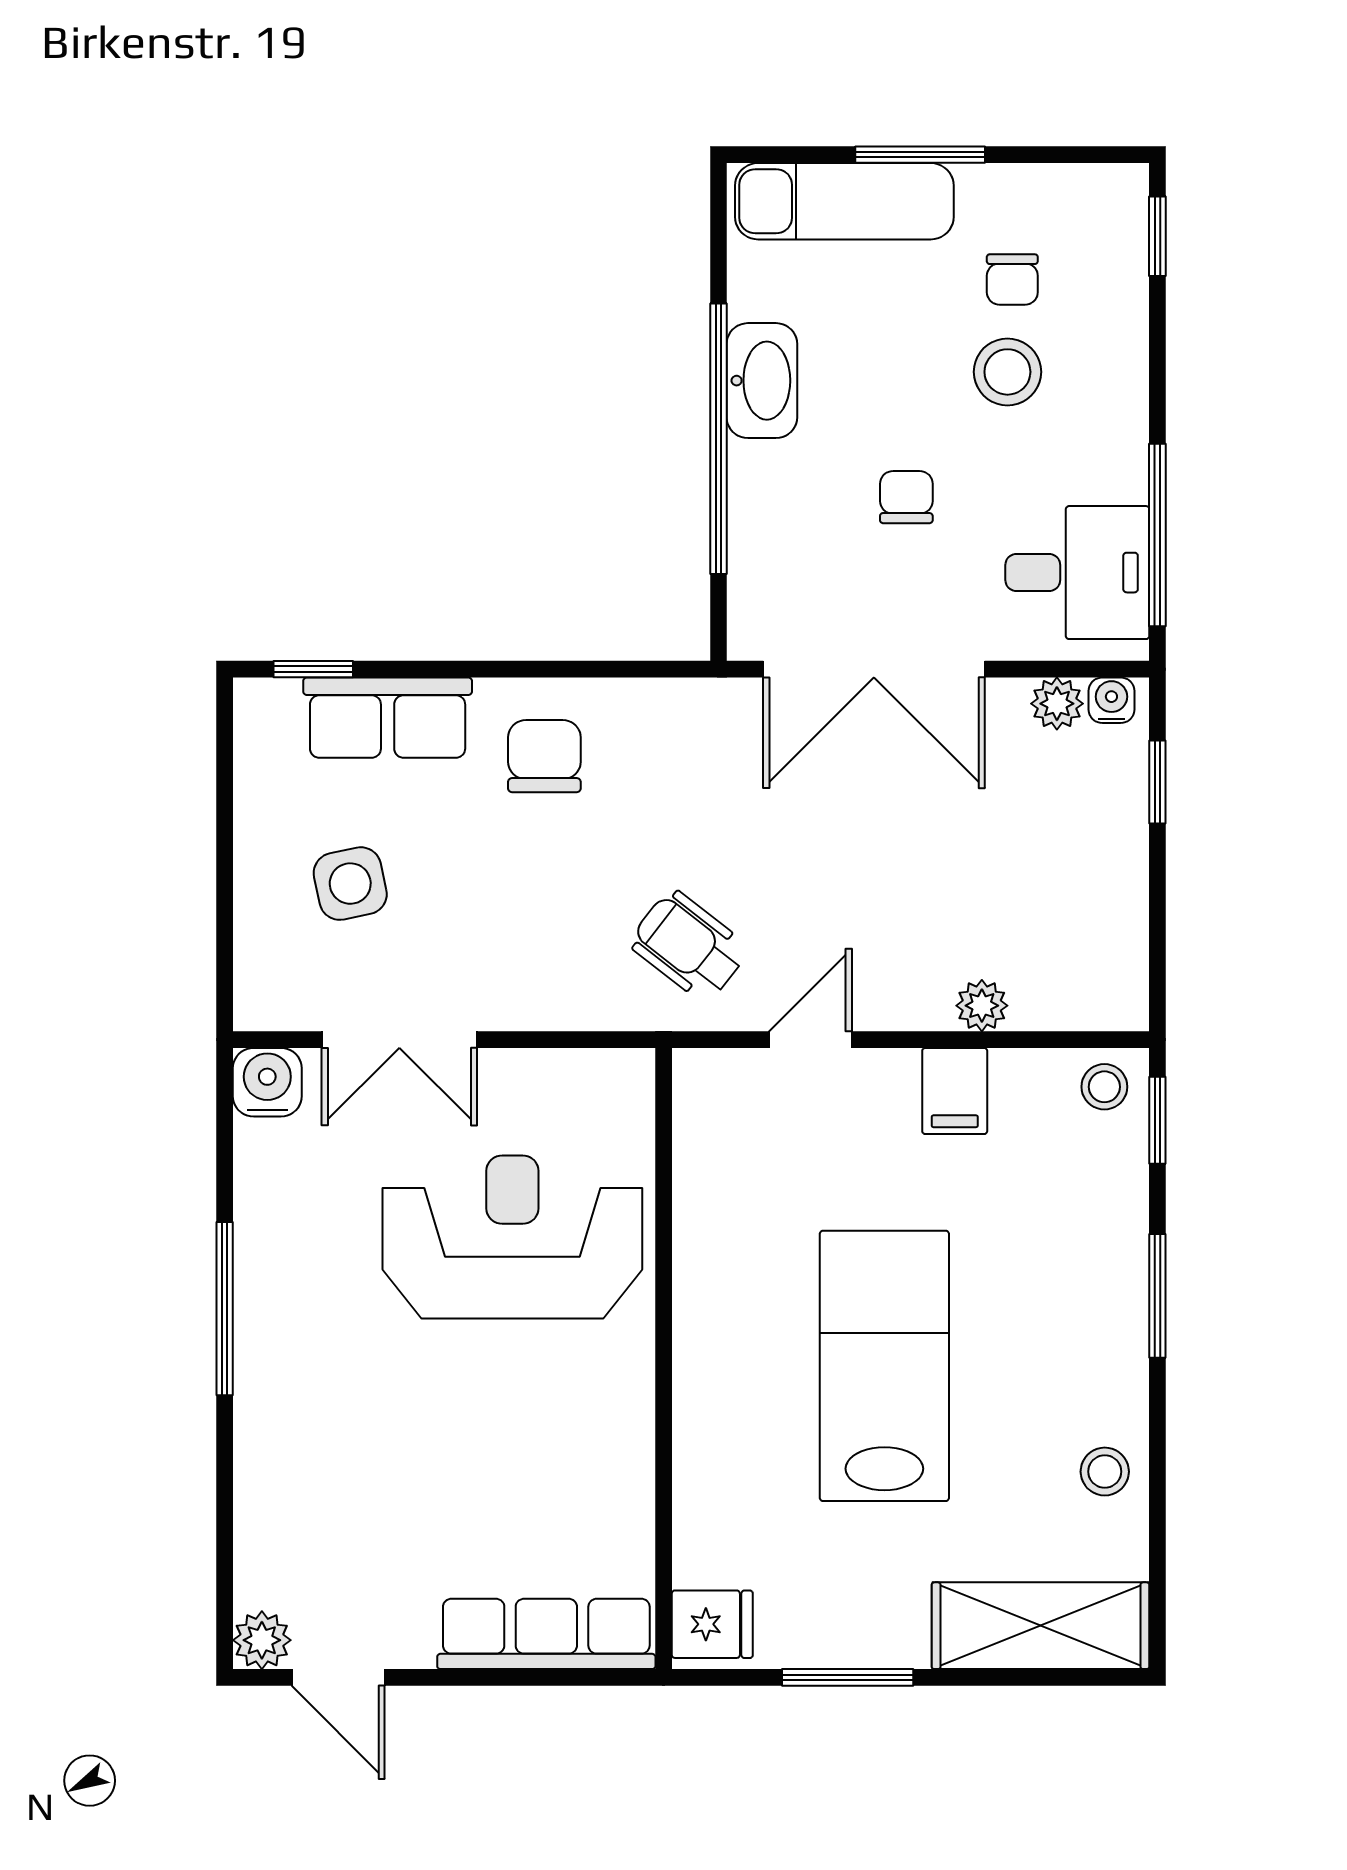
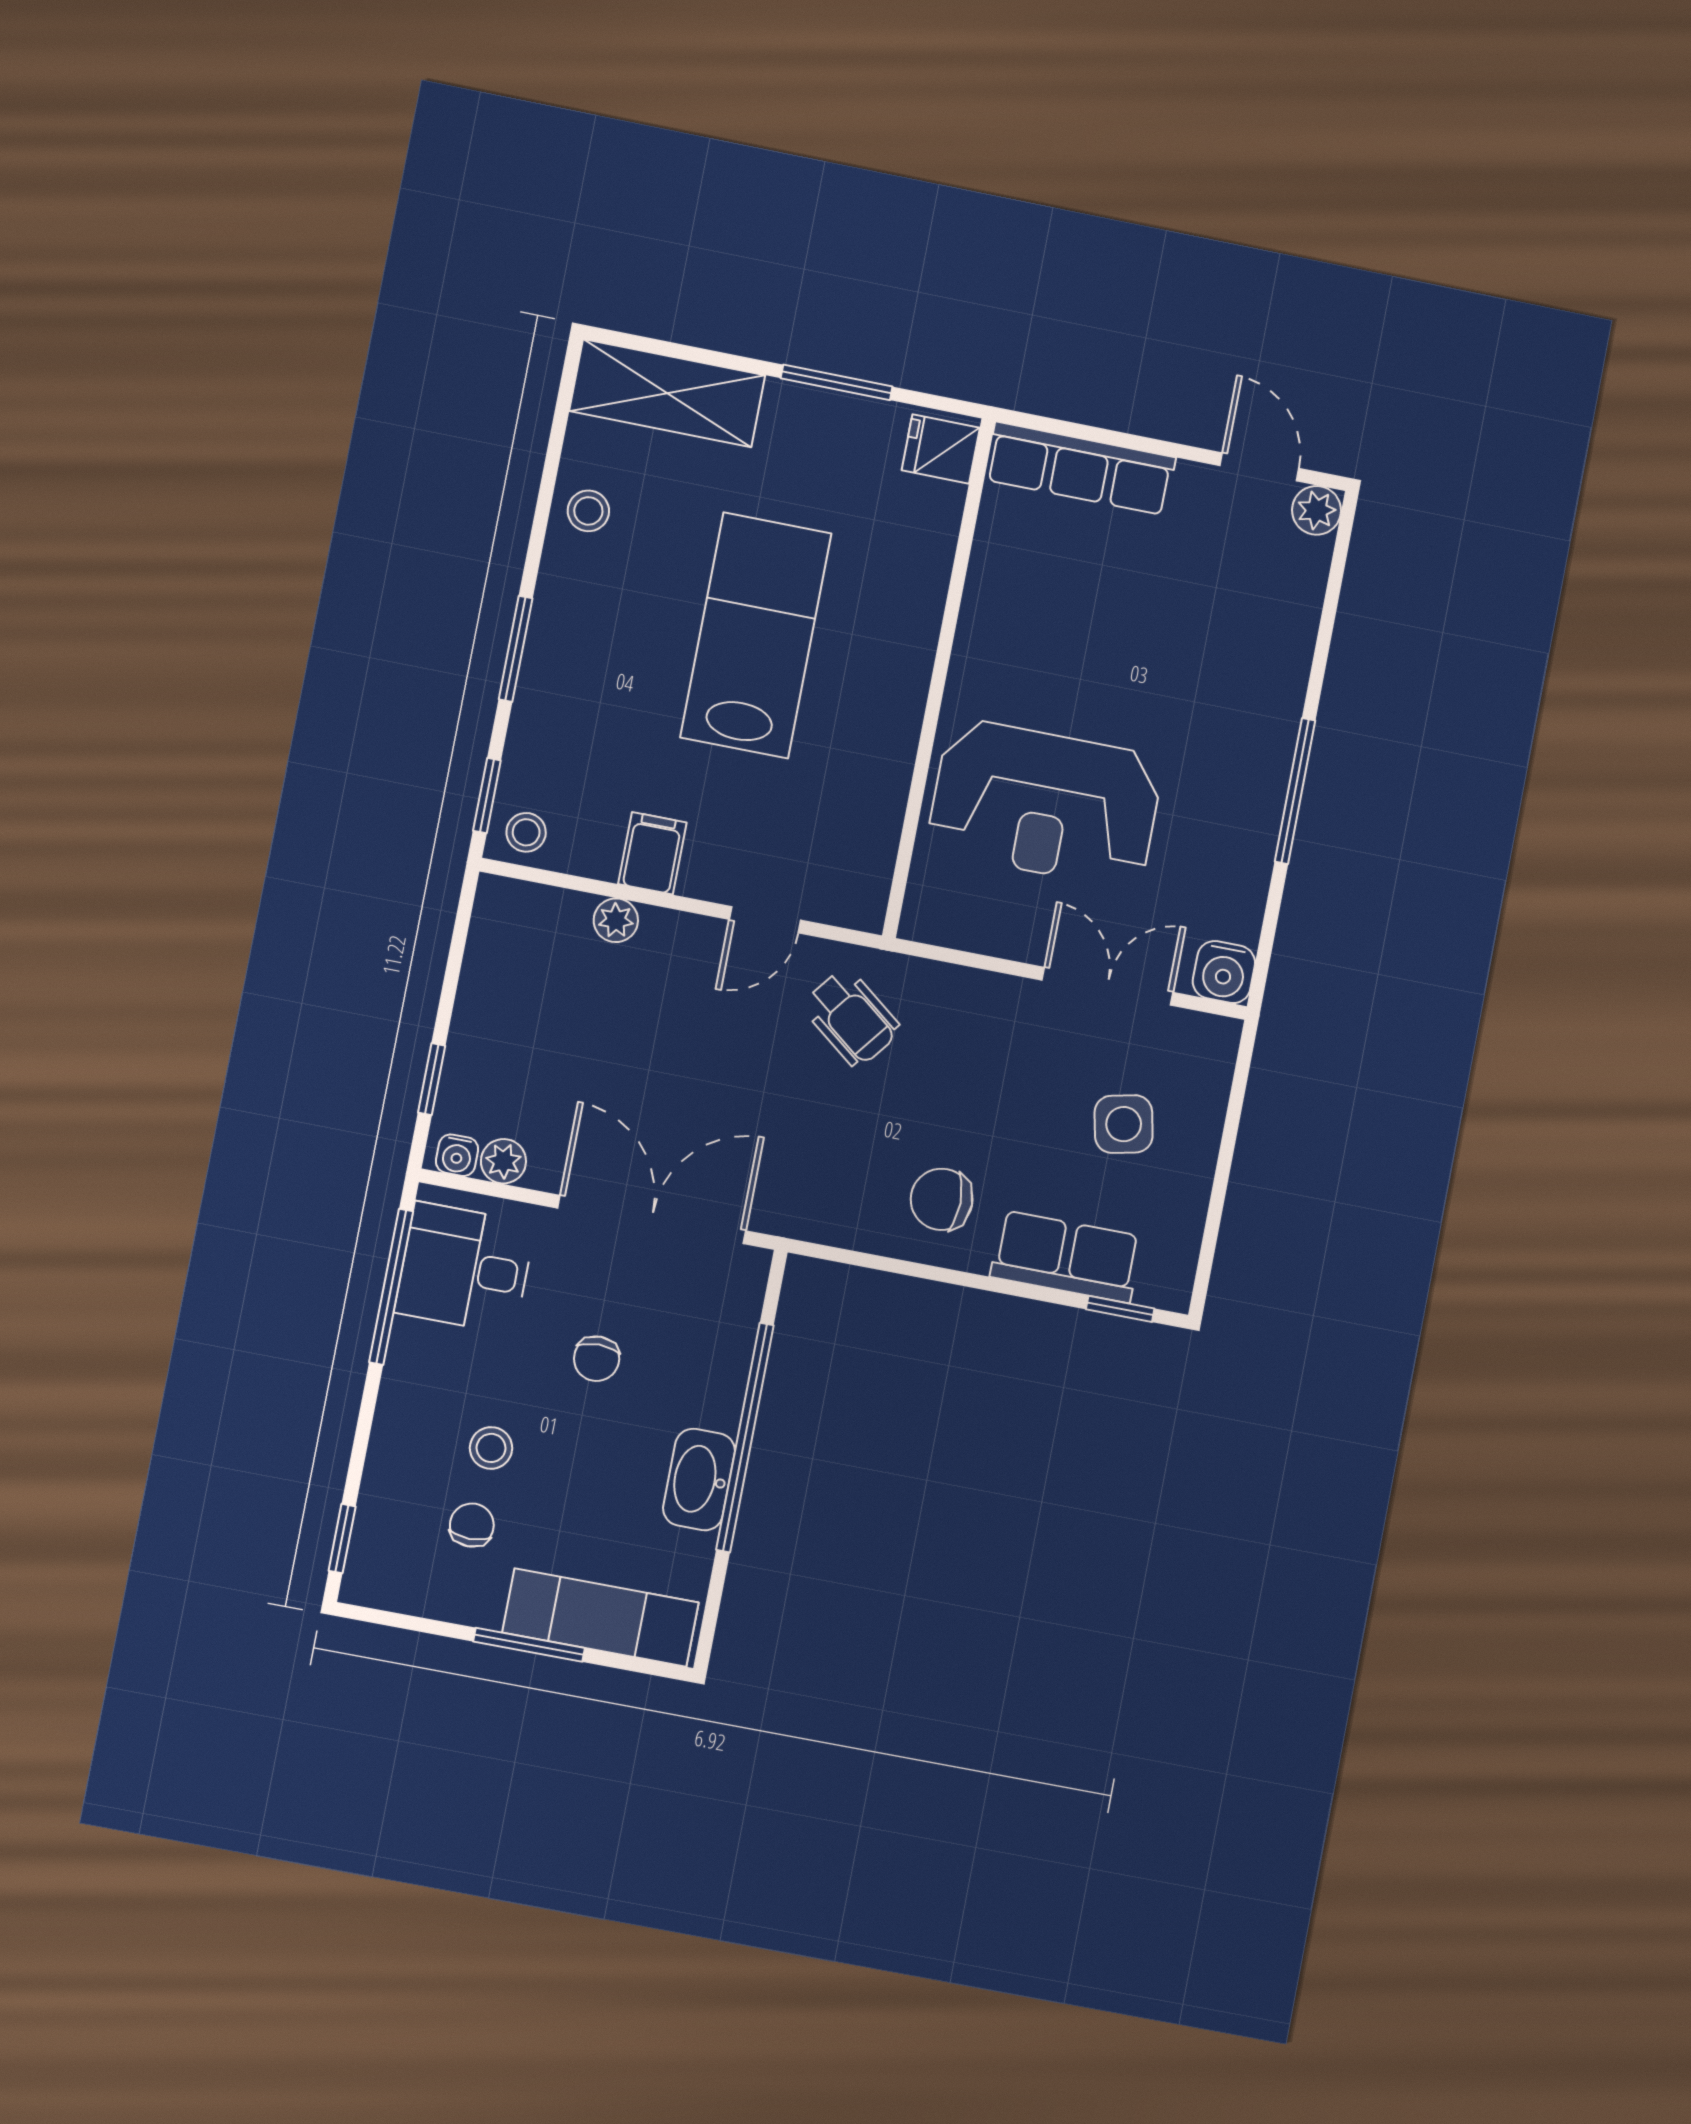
stool: (1007, 372) -> (491, 1448), width x0.73, depth x0.73
chair: (544, 756) -> (942, 1199), turned 90
lab bench: (884, 1366) -> (756, 635), turned 180

